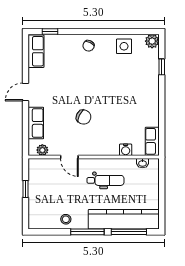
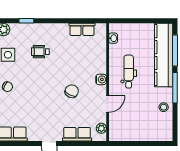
wheelchair: (128, 82) -> (40, 52), added
row of seats: (152, 141) -> (82, 29), moved
water cooler: (126, 150) -> (101, 79), moved
window: (26, 189) -> (136, 143), removed

